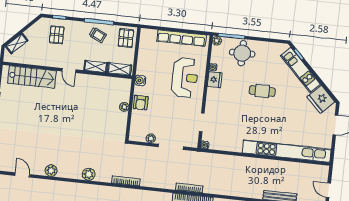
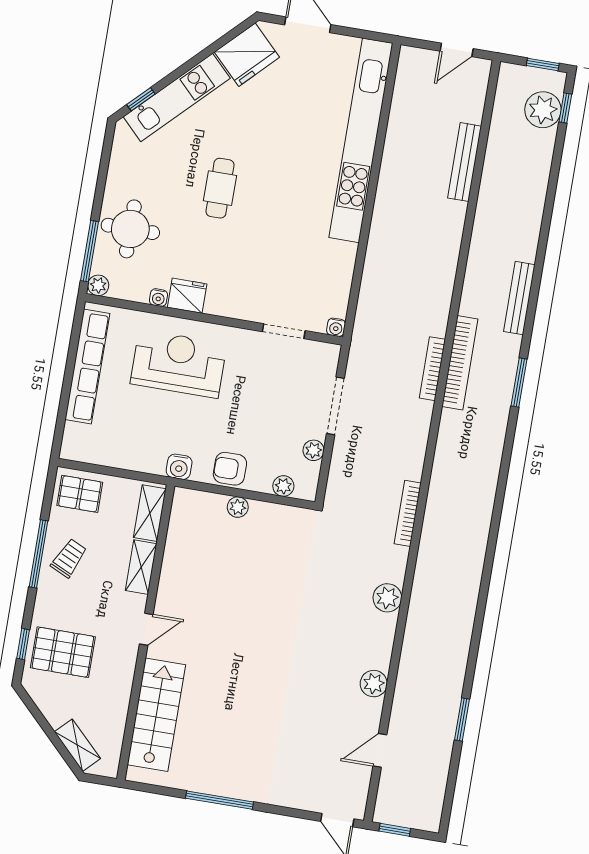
pallet: (57, 35) -> (63, 652), width x1.50, depth x1.42
armchair: (141, 103) -> (230, 469), turned 180
plant: (135, 126) -> (283, 486), added

